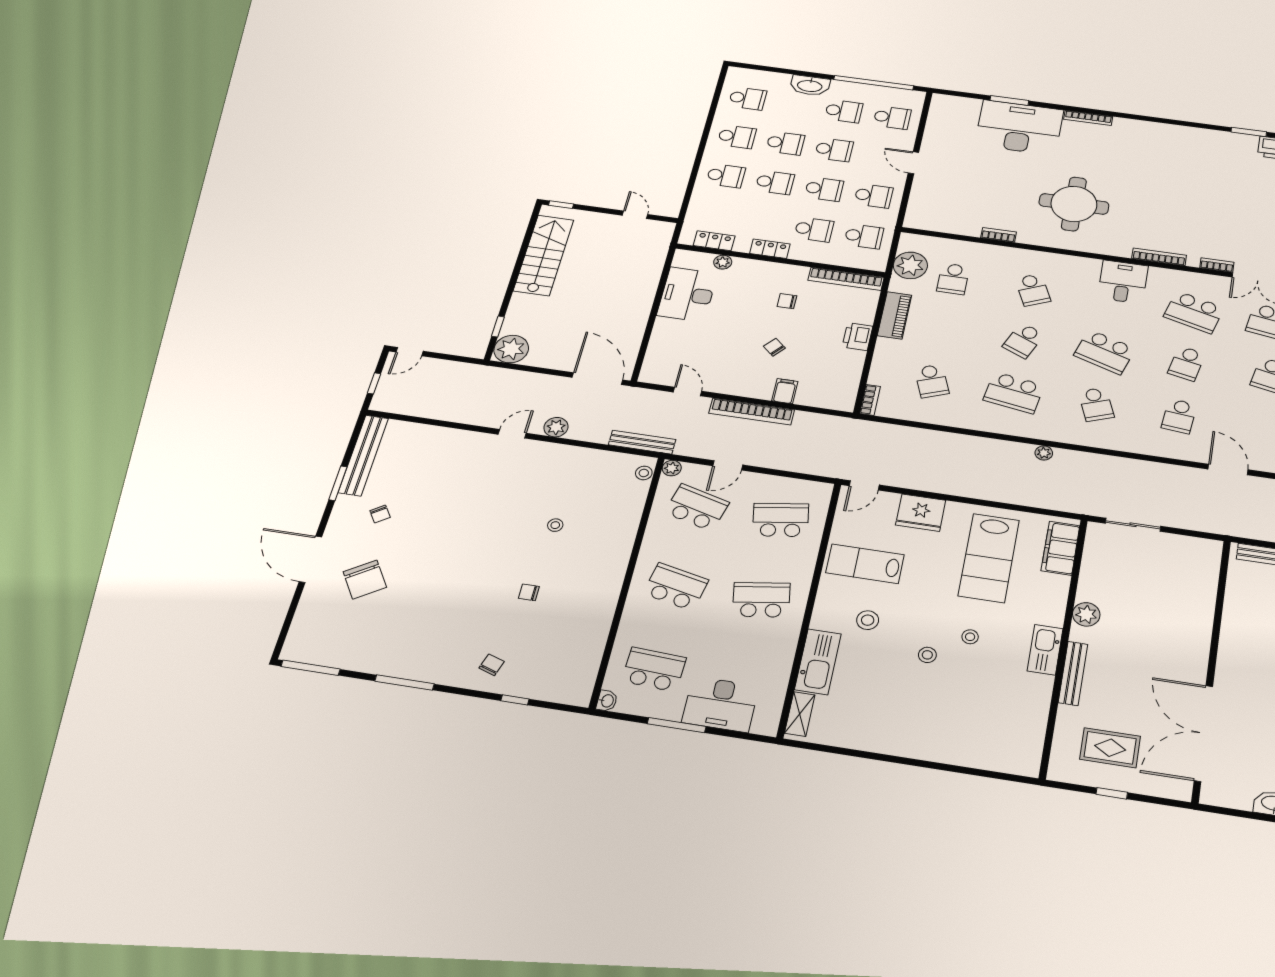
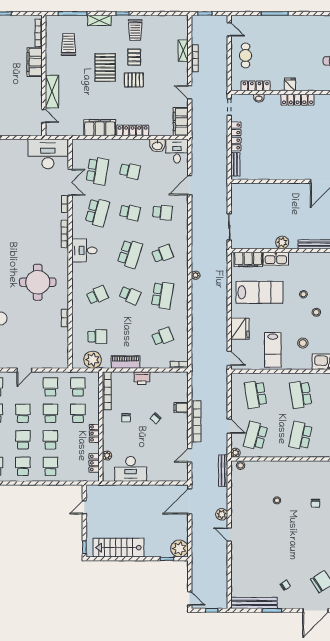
kitchen sink: (1045, 650) -> (276, 259), moved

